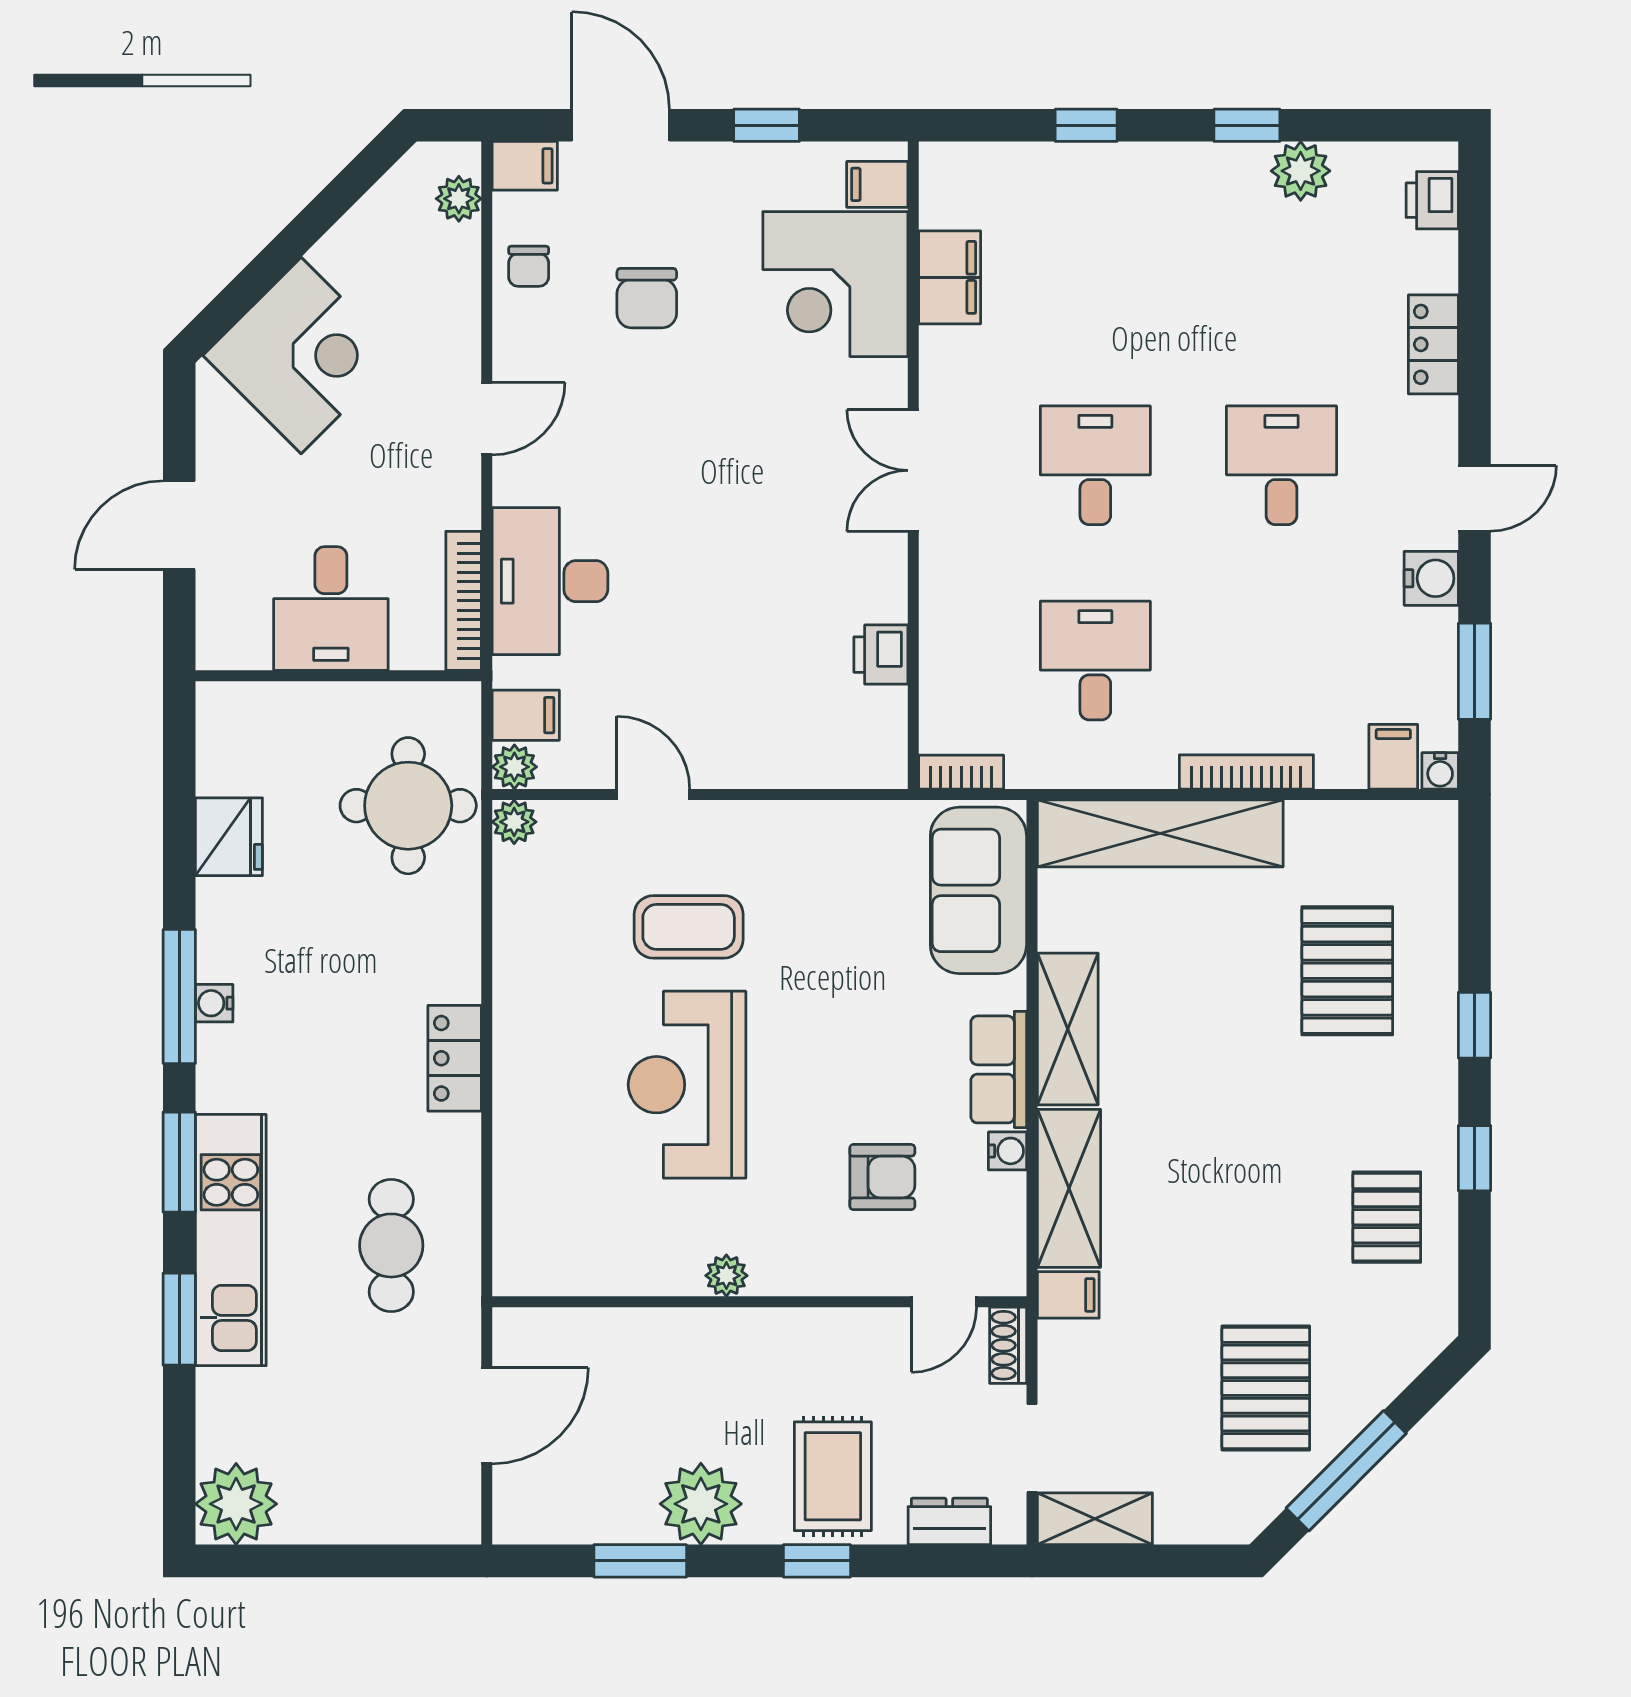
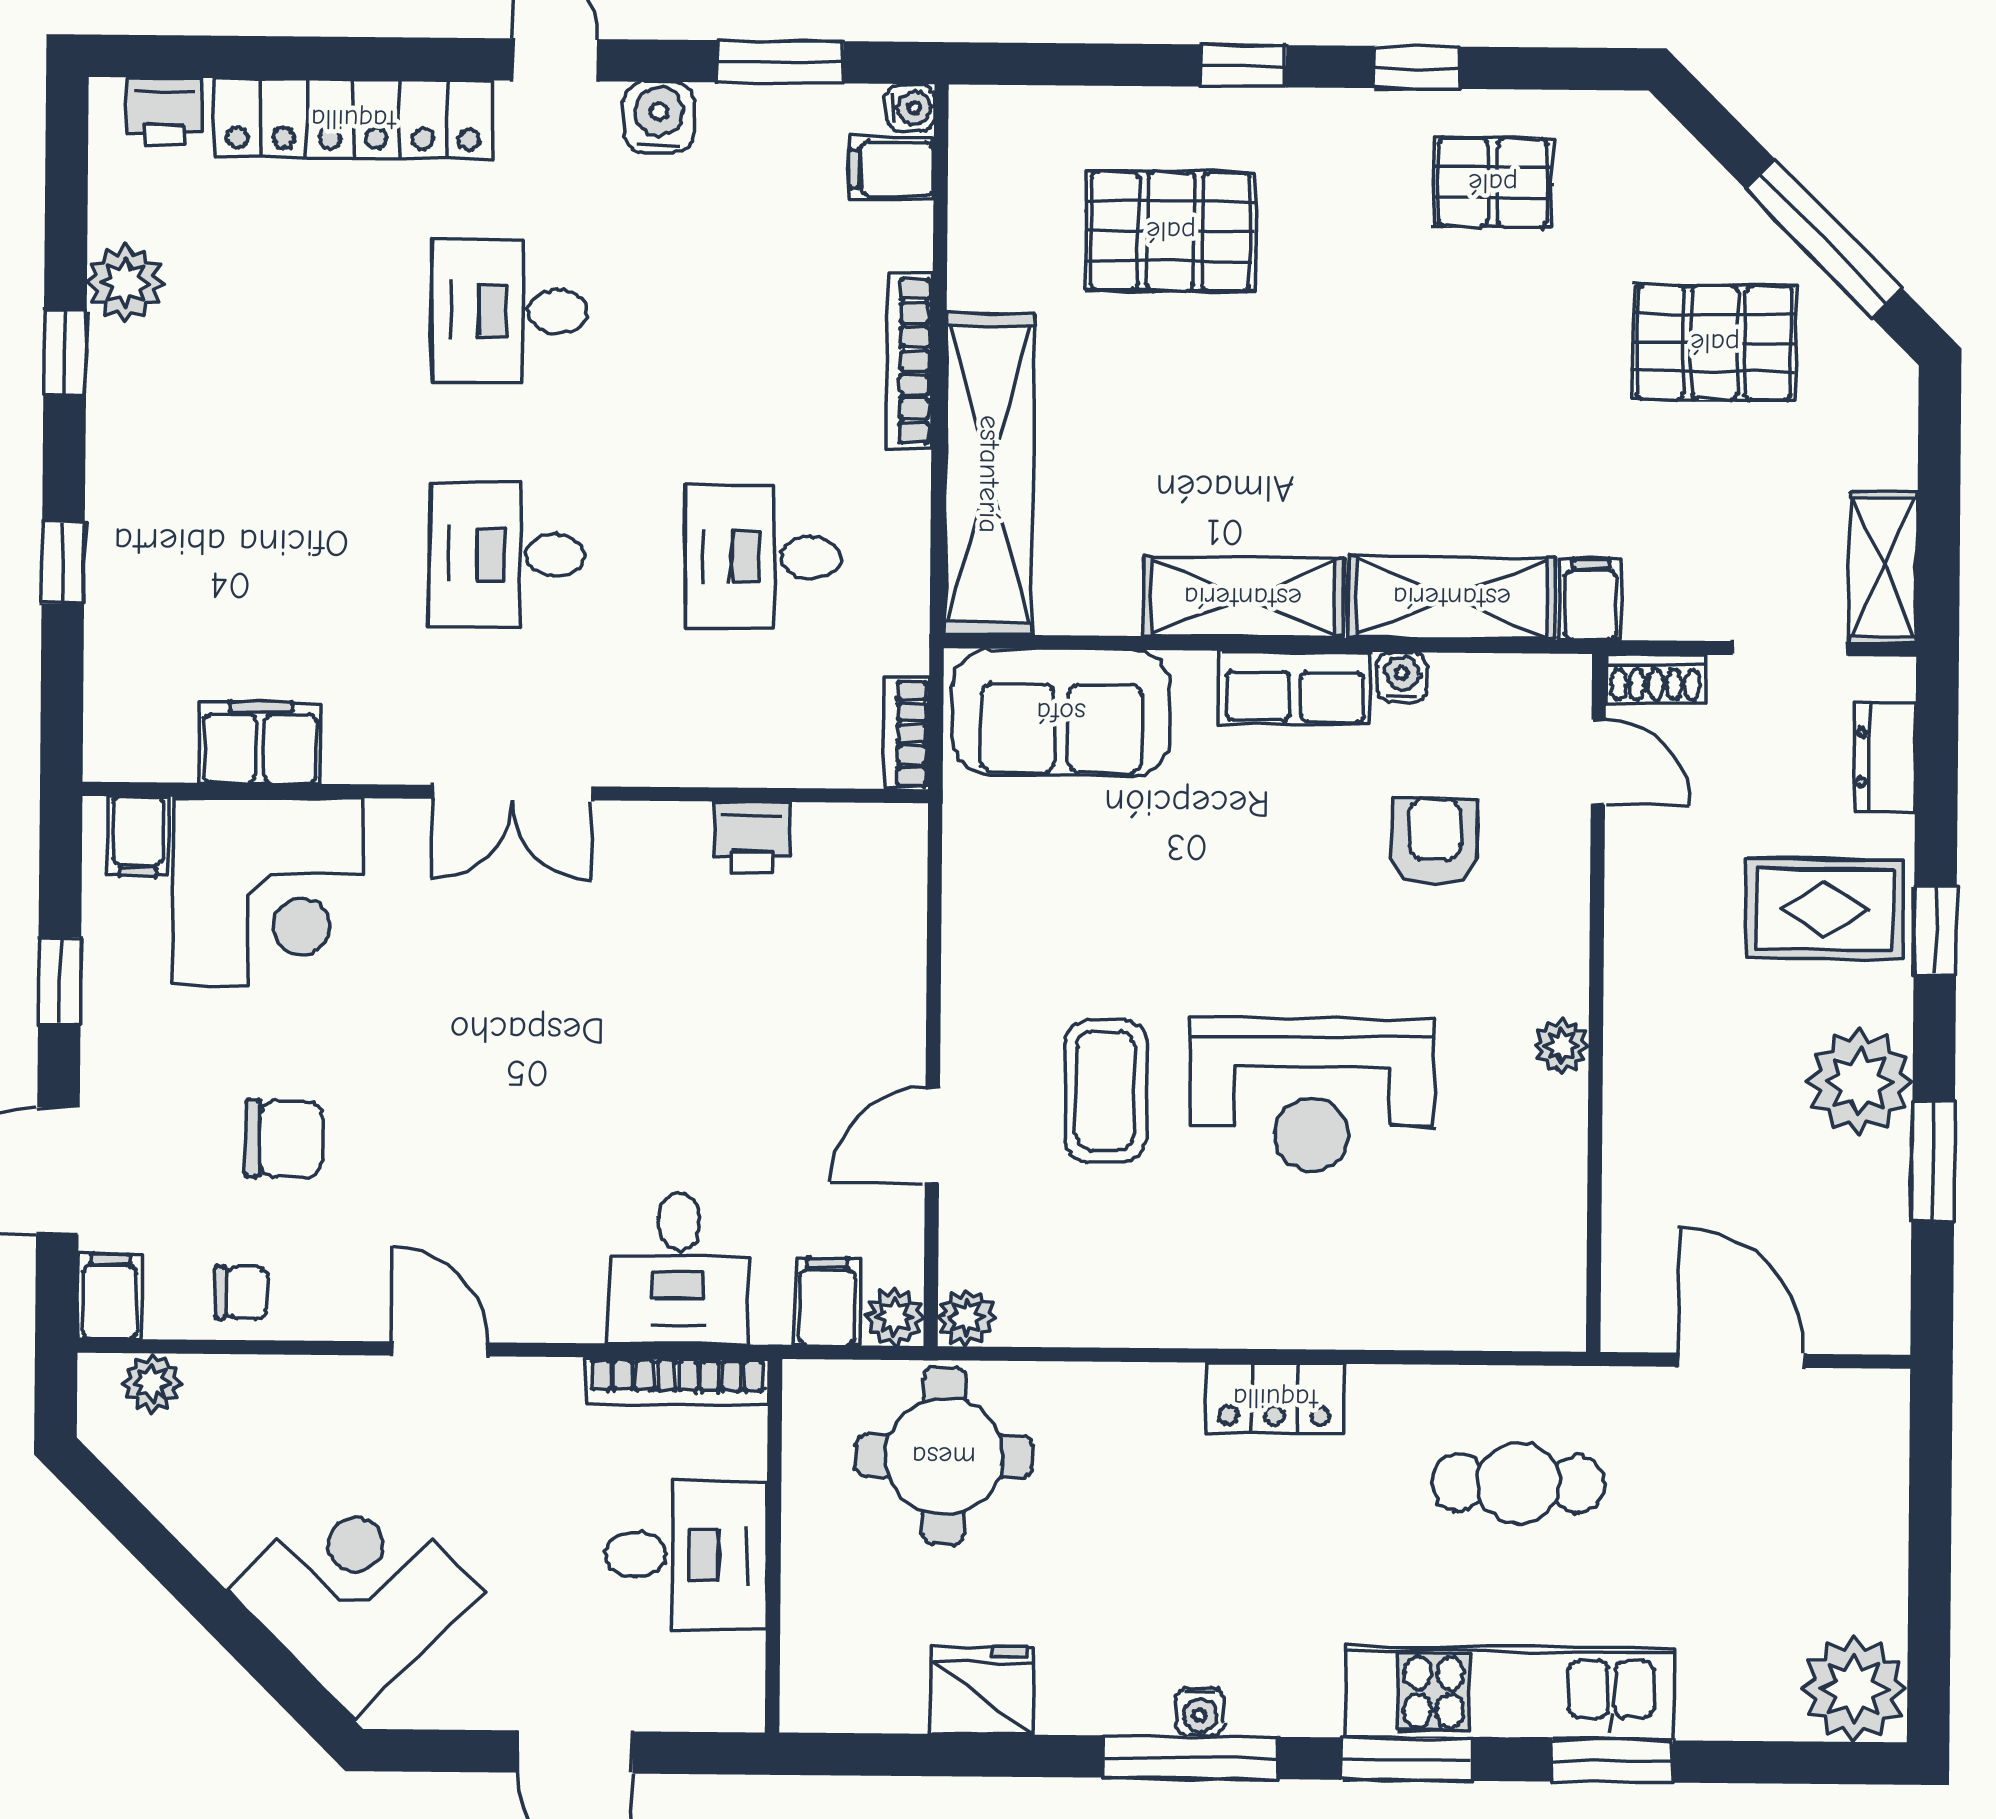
locker: (1433, 344) -> (353, 119), width x2.16, depth x1.21
desk: (550, 581) -> (679, 1268), width x0.73

